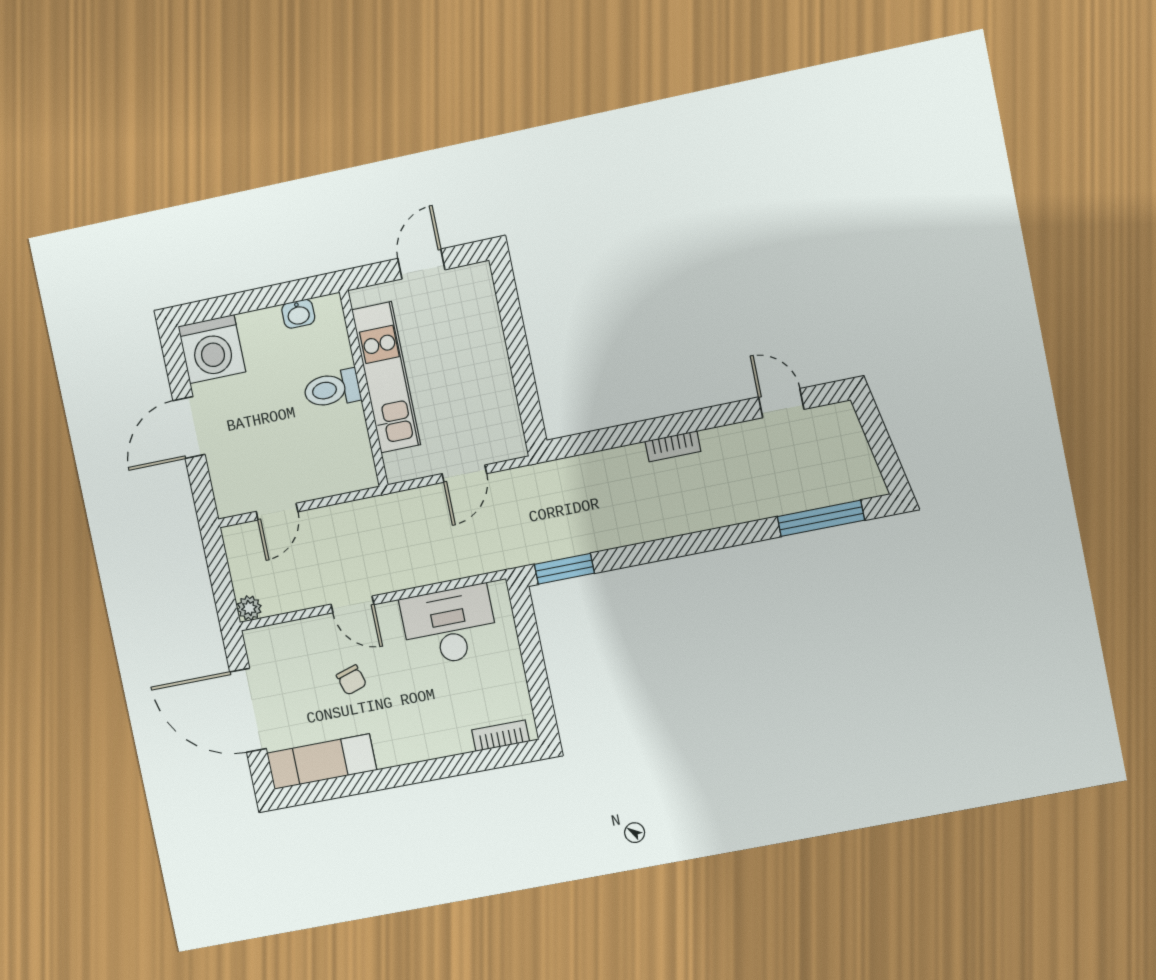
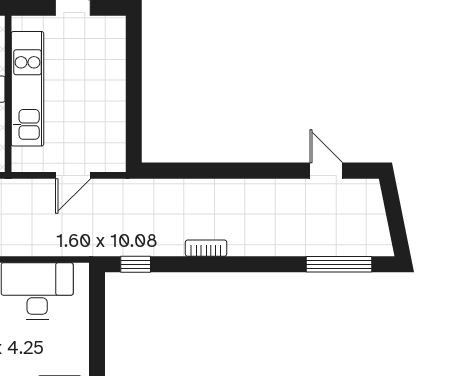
bookcase: (673, 446) -> (206, 248), moved, turned 180
window: (564, 569) -> (136, 264), width x0.67

